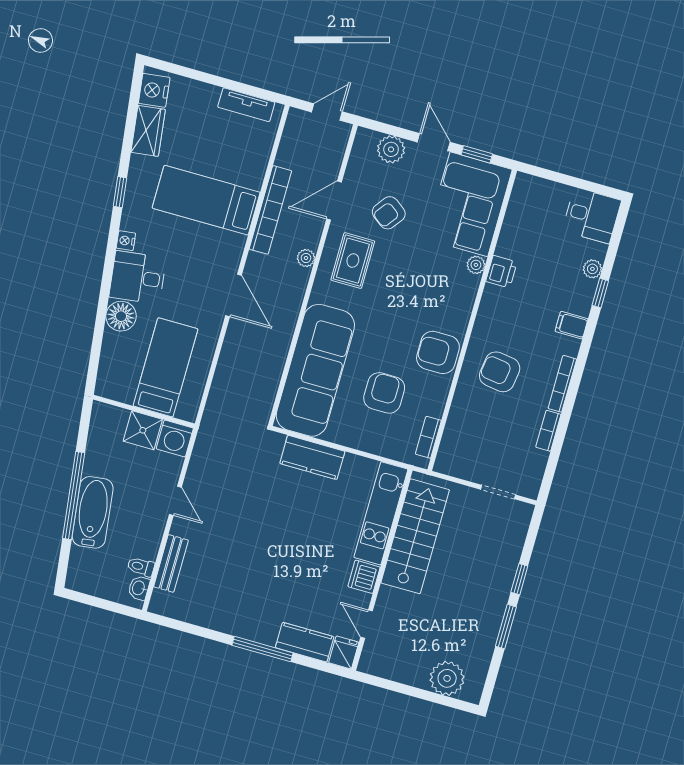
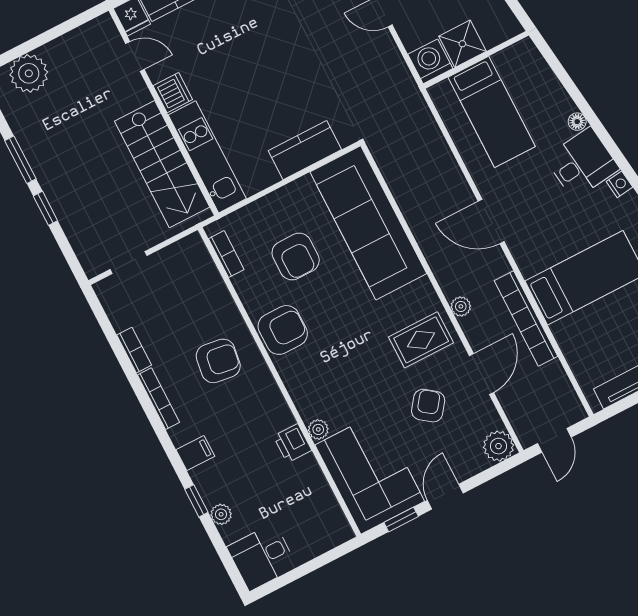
door: (434, 142) -> (445, 497), swing flipped
plant: (391, 149) -> (498, 446), moved
rug: (353, 261) -> (421, 340), turned 90
floor lamp: (121, 316) -> (577, 122), width x0.53, depth x0.53

